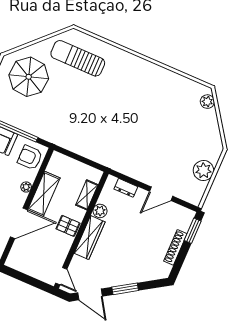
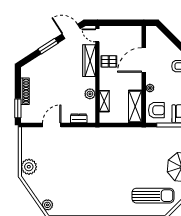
plant: (203, 171) -> (29, 167), moved
shelving: (44, 194) -> (135, 106), moved
pallet: (68, 226) -> (109, 61), moved
wardrobe: (90, 238) -> (89, 61), moved

